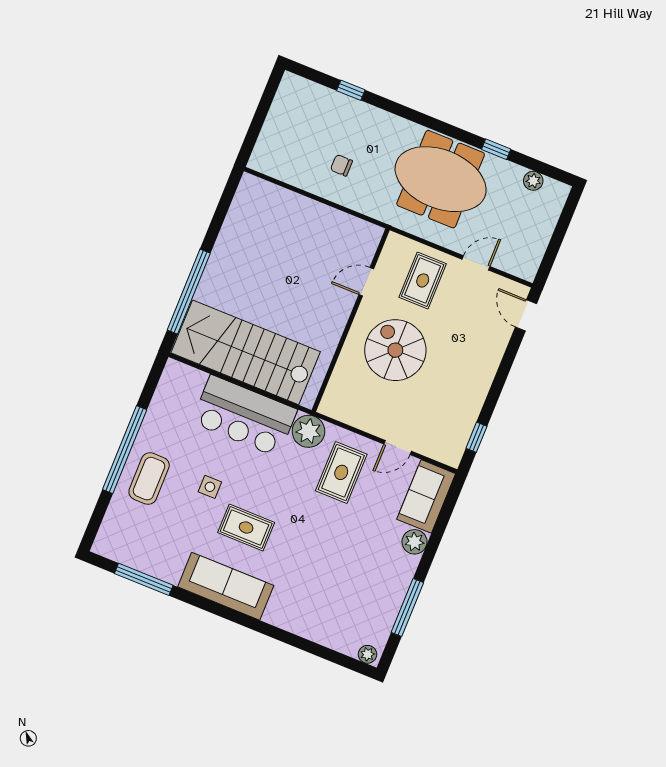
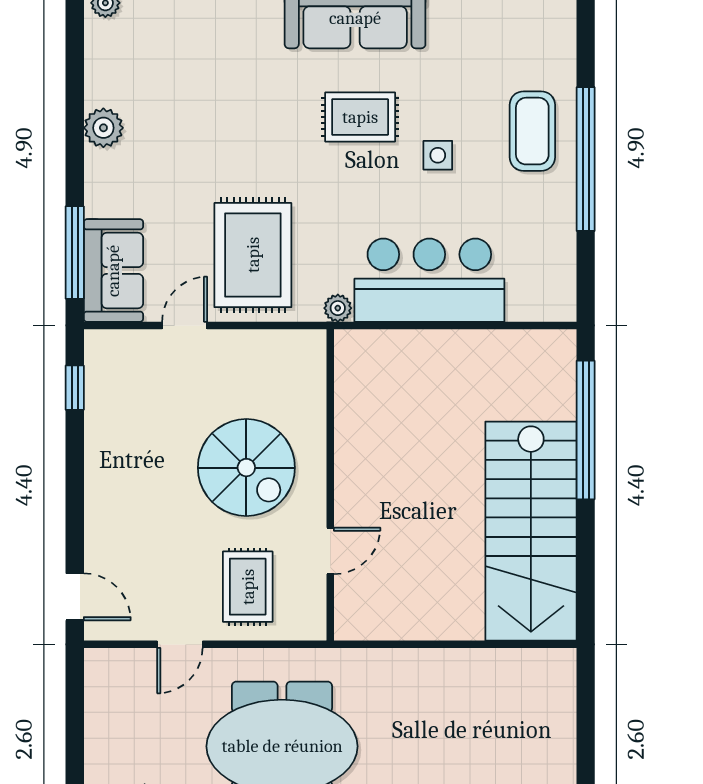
chair: (341, 165) -> (436, 707), removed
stairs: (246, 352) -> (531, 531), moved, turned 90
plant: (308, 431) -> (338, 308), width x0.53, depth x0.53
rug: (341, 472) -> (253, 255), width x1.36, depth x1.43
plant: (415, 542) -> (103, 128), moved
window: (407, 607) -> (75, 252), moved

